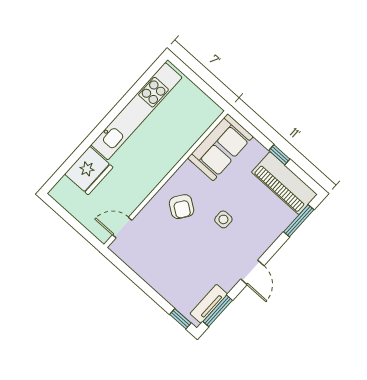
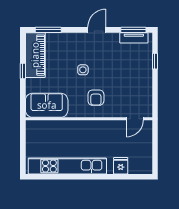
fridge: (89, 171) -> (121, 166), width x0.53, depth x0.75
armchair: (182, 207) -> (96, 98), turned 145
door: (122, 228) -> (135, 119), hinge flipped
window: (180, 319) -> (155, 61), moved

